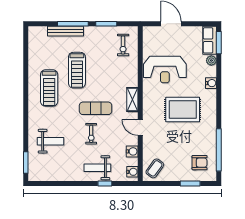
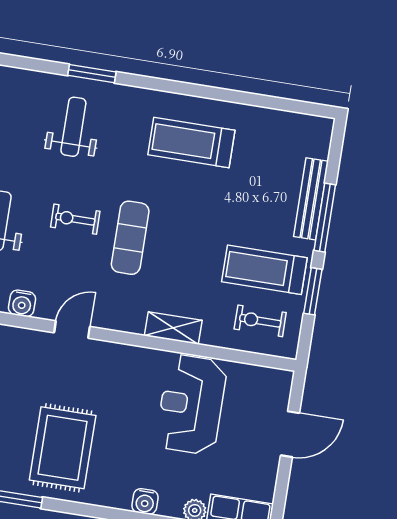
treadmill: (77, 70) -> (264, 270), moved
shelving: (132, 100) -> (173, 328), moved
rug: (183, 110) -> (63, 448), moved
weight bench: (51, 141) -> (73, 127), turned 180
window: (26, 163) -> (92, 74), moved

